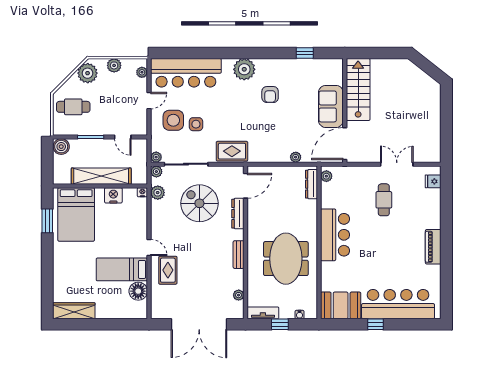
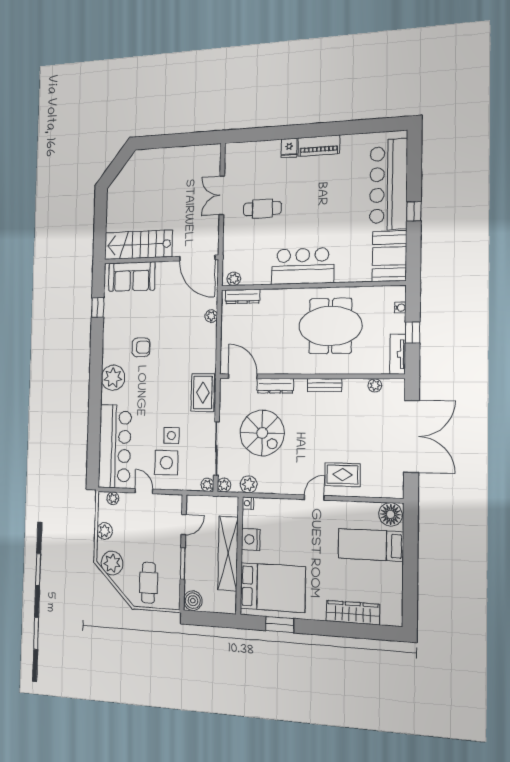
sofa: (331, 106) -> (132, 276), moved
fridge: (433, 181) -> (289, 148), moved
spiral stairs: (199, 203) -> (262, 433), turned -90
bed: (122, 269) -> (371, 545), moved, turned 90
floor lamp: (138, 291) -> (391, 514), moved
wardrobe: (74, 311) -> (353, 613), moved, turned 90

